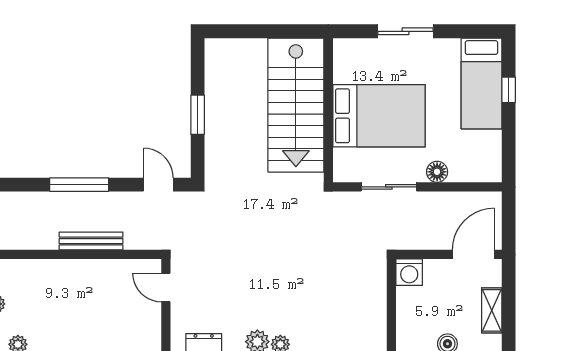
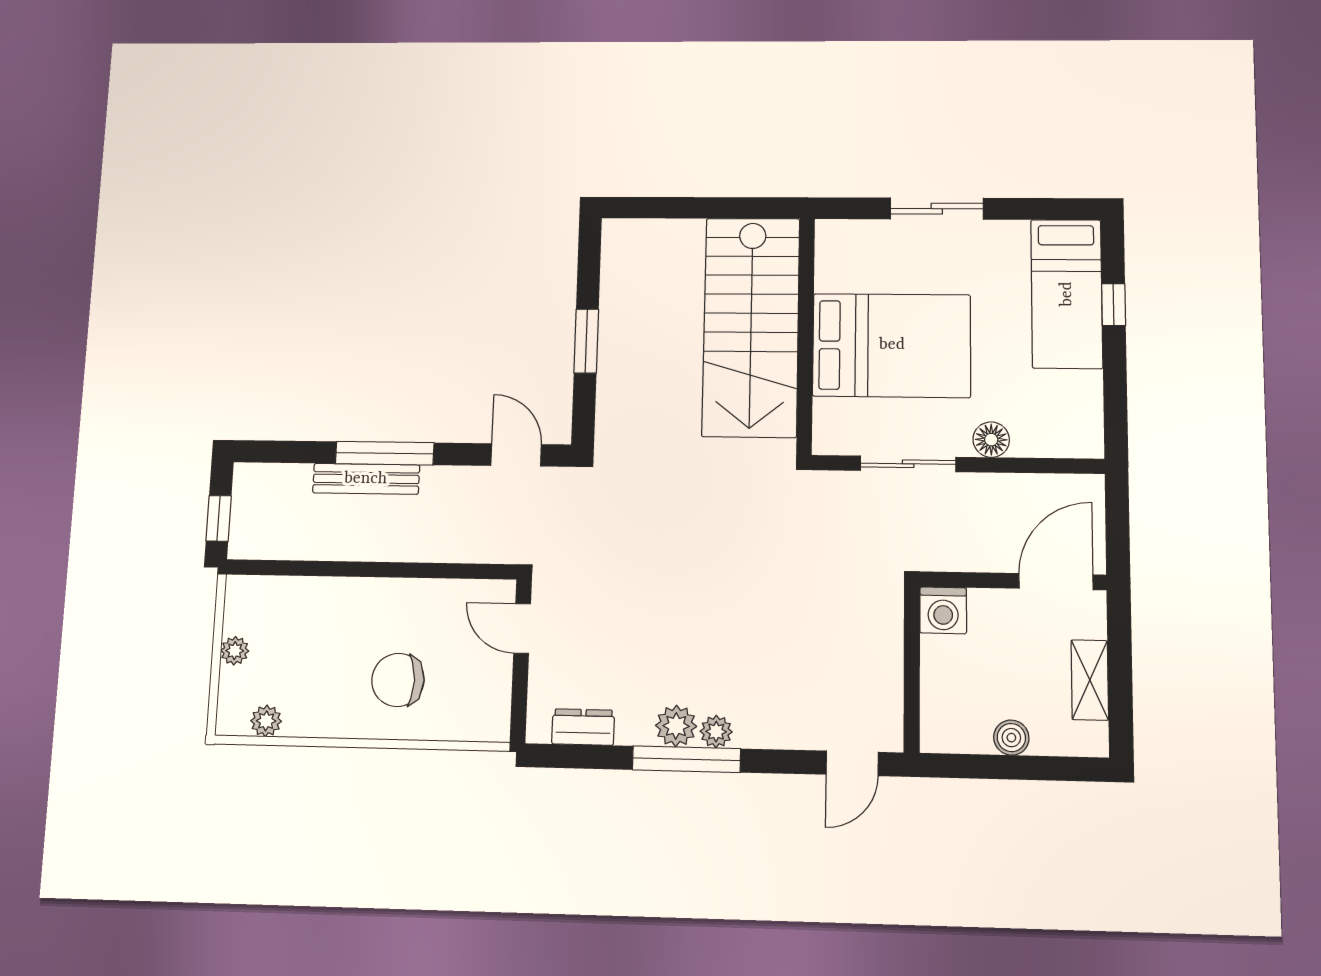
bench: (91, 241) -> (366, 479), moved
chair: (94, 319) -> (398, 680), added

